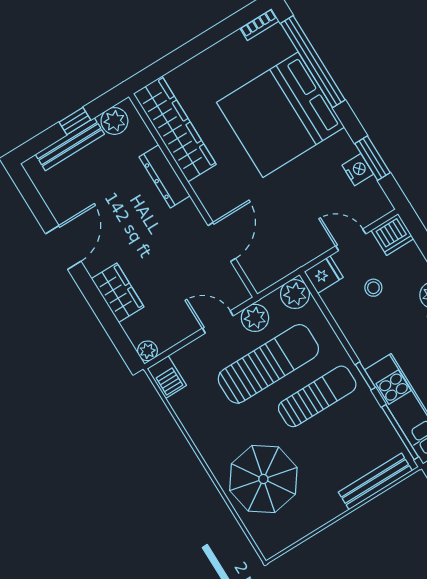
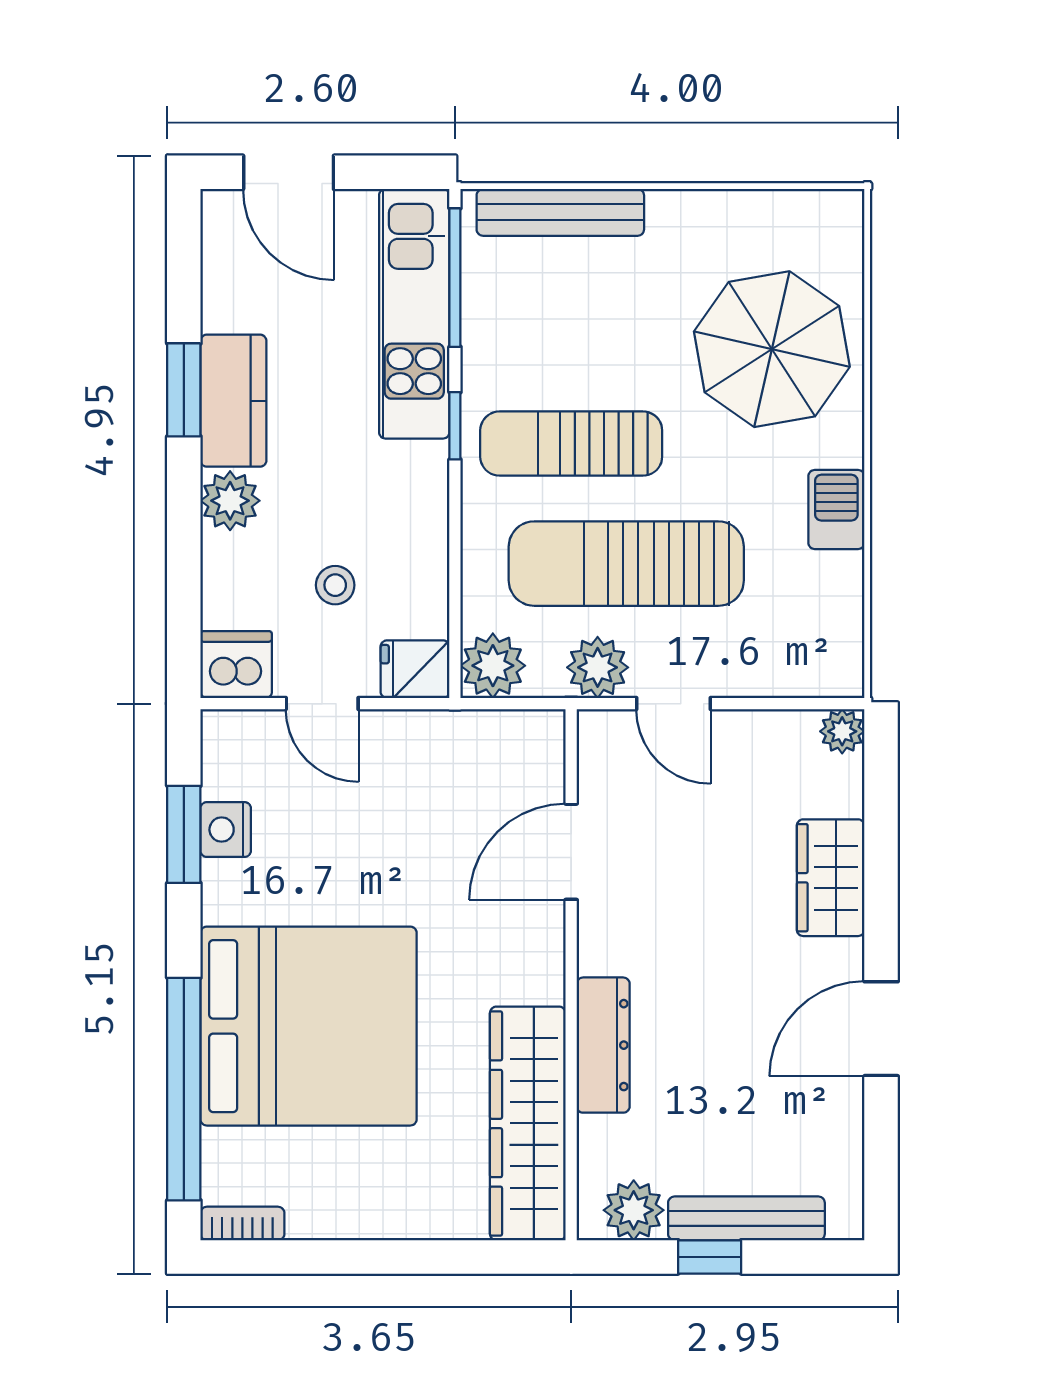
barbecue: (167, 377) -> (836, 509), moved

